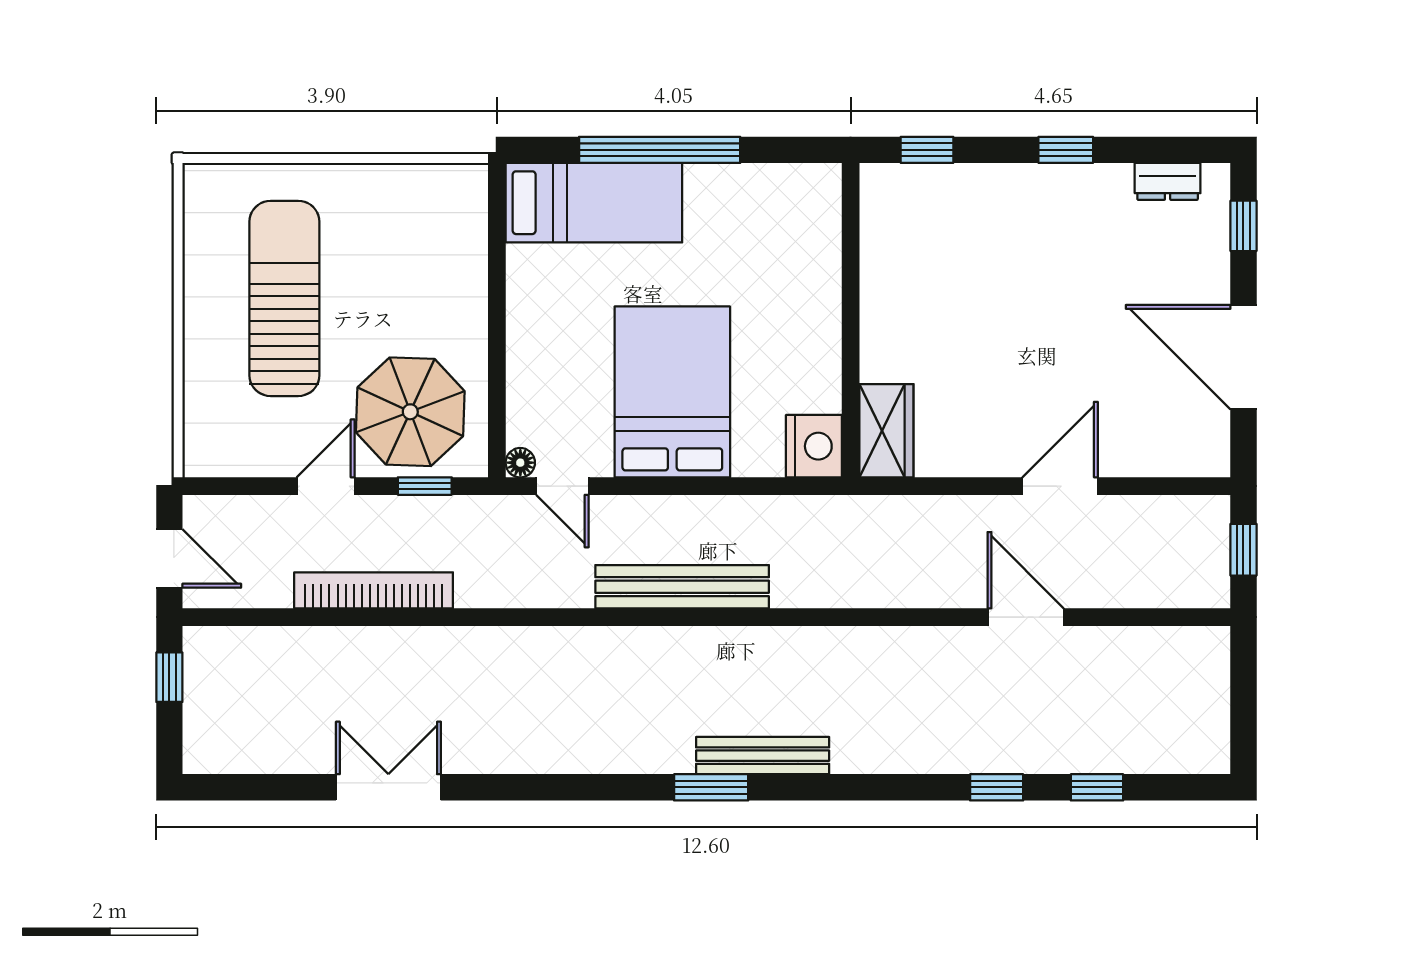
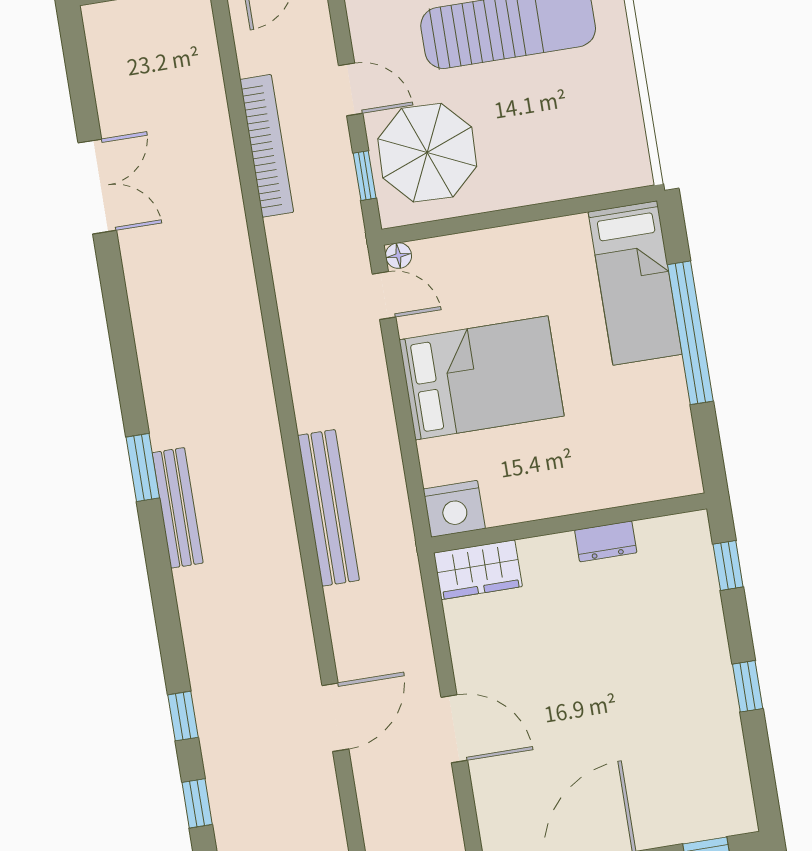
dresser: (1168, 181) -> (606, 541), moved, turned -90
door: (562, 486) -> (384, 296), swing flipped
bench: (682, 587) -> (328, 508), moved

